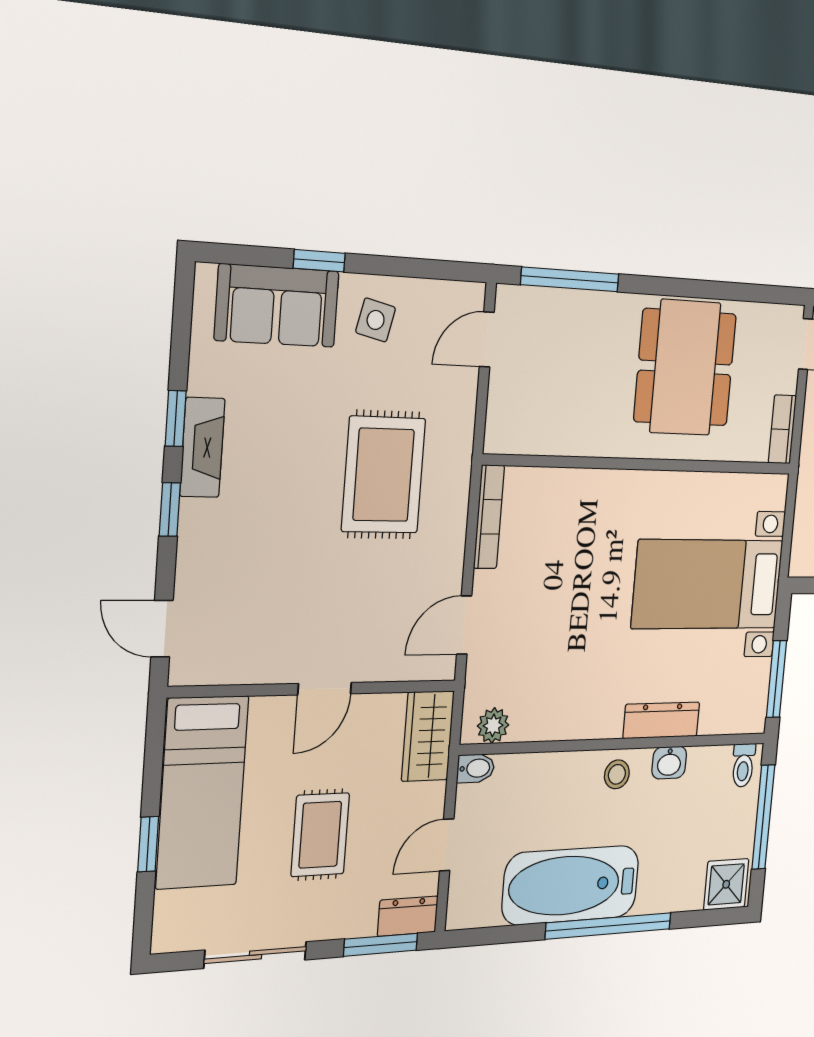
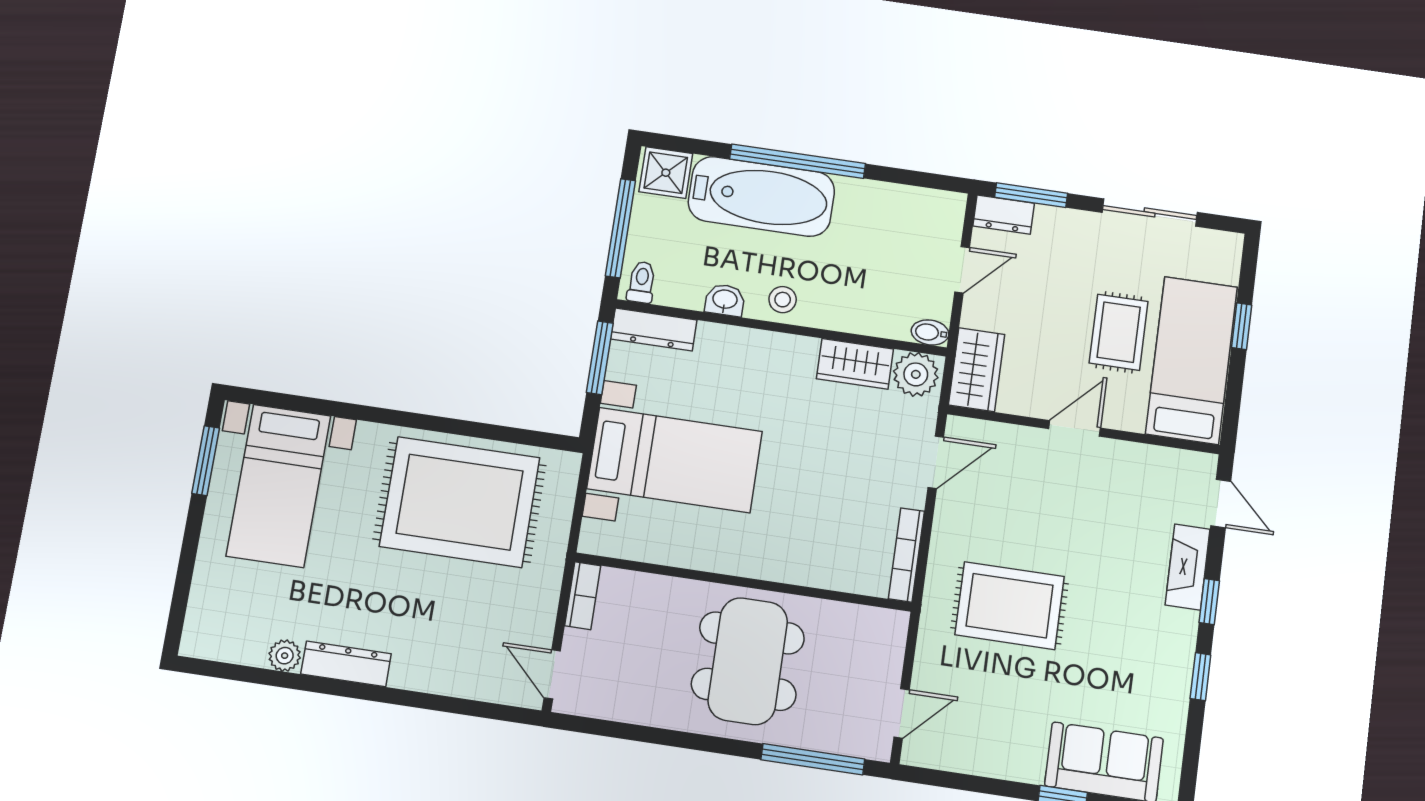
side table: (376, 320) -> (1011, 741), removed
dining table: (685, 367) -> (748, 661), moved
fireplace: (202, 447) -> (1188, 567), moved
rug: (384, 475) -> (1010, 606), turned 90
wardrobe: (547, 719) -> (855, 364), added
dresser: (661, 720) -> (654, 330), moved
plant: (493, 725) -> (916, 374), width x1.38, depth x1.38
rug: (320, 835) -> (1119, 332), moved
bathtub: (571, 885) -> (761, 196), moved

